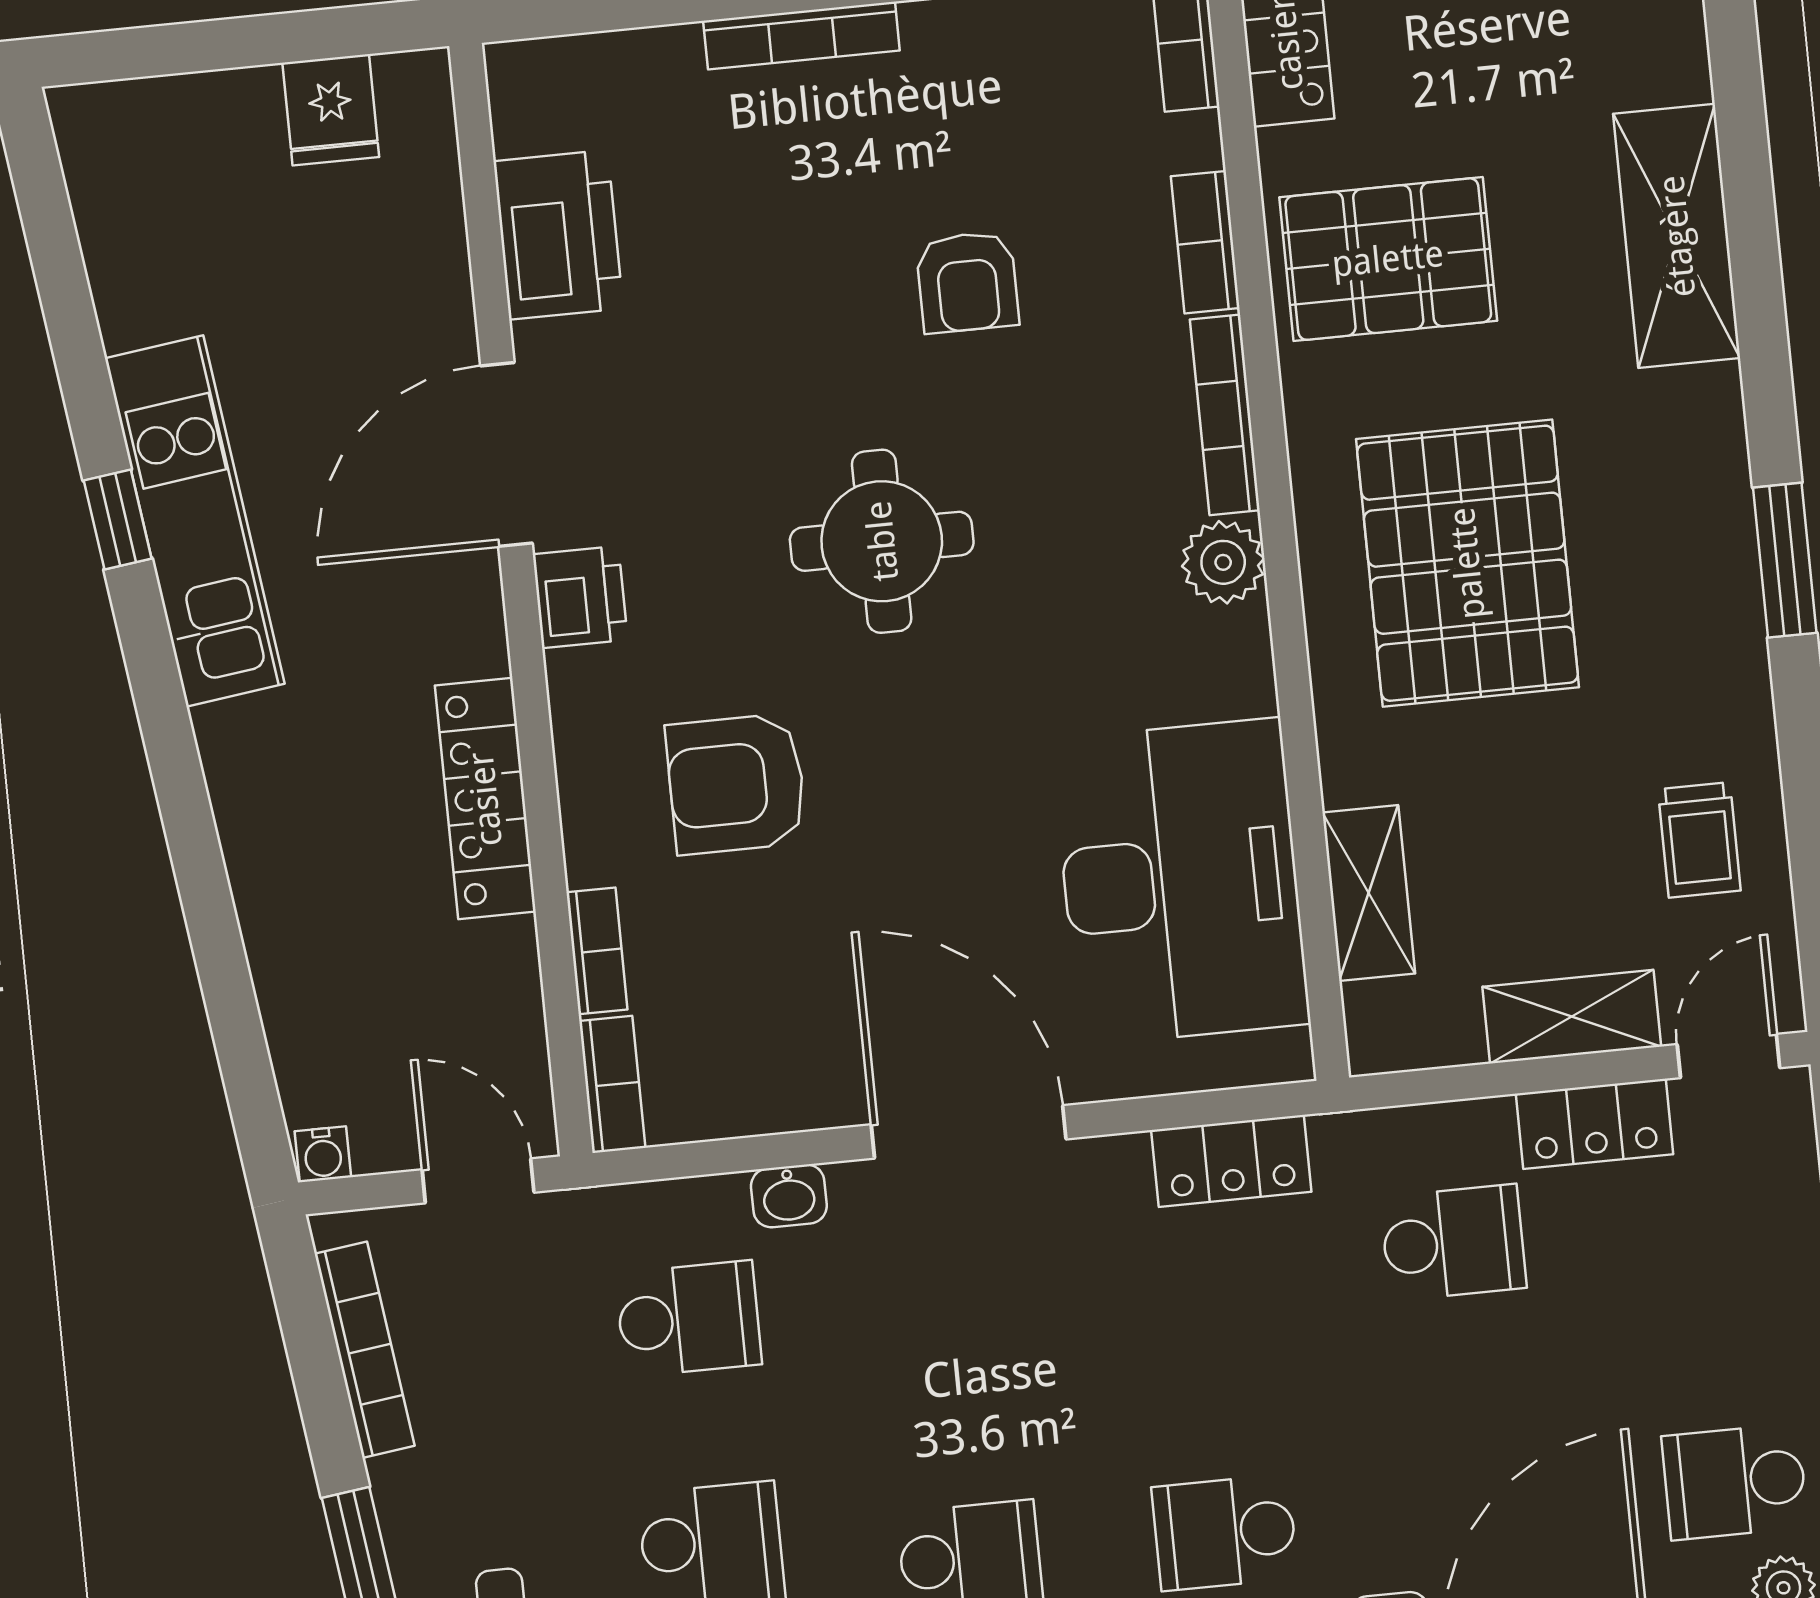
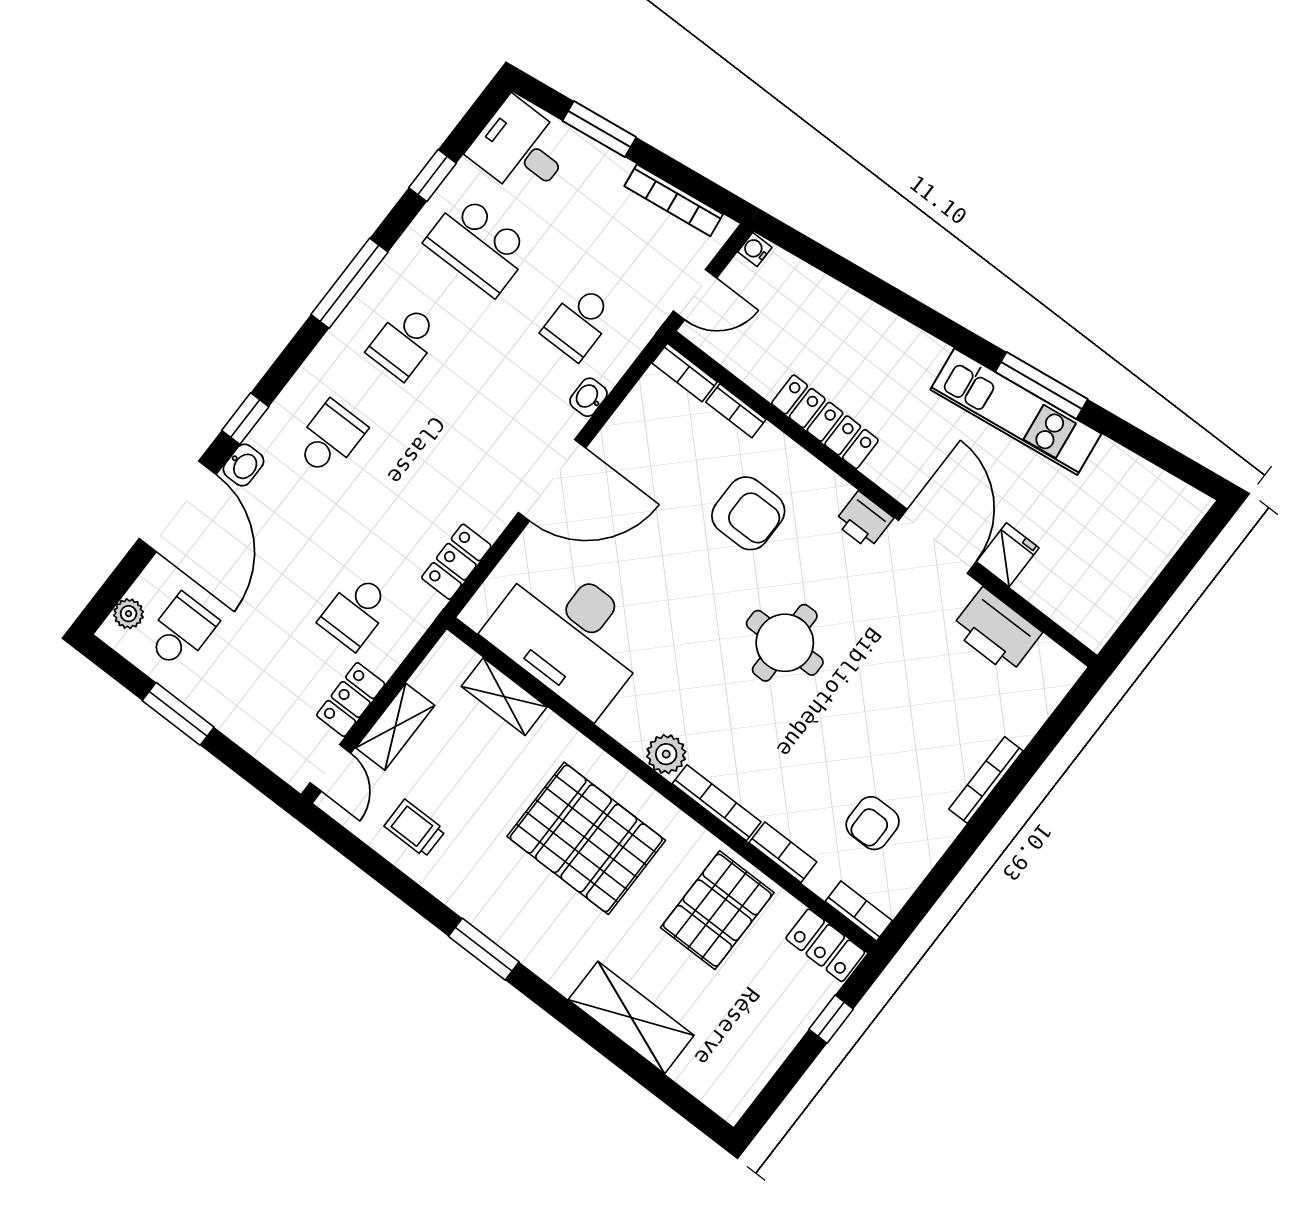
fridge: (331, 110) -> (1008, 555), moved, turned 90
armchair: (967, 282) -> (873, 823), moved, turned -90
window: (118, 520) -> (1041, 386), width x2.17
armchair: (736, 784) -> (748, 513), turned 90

